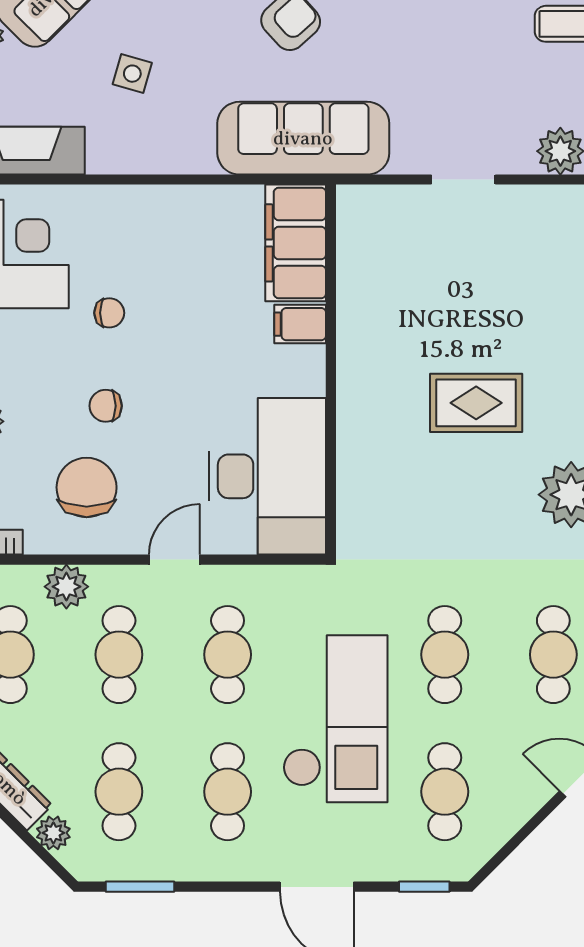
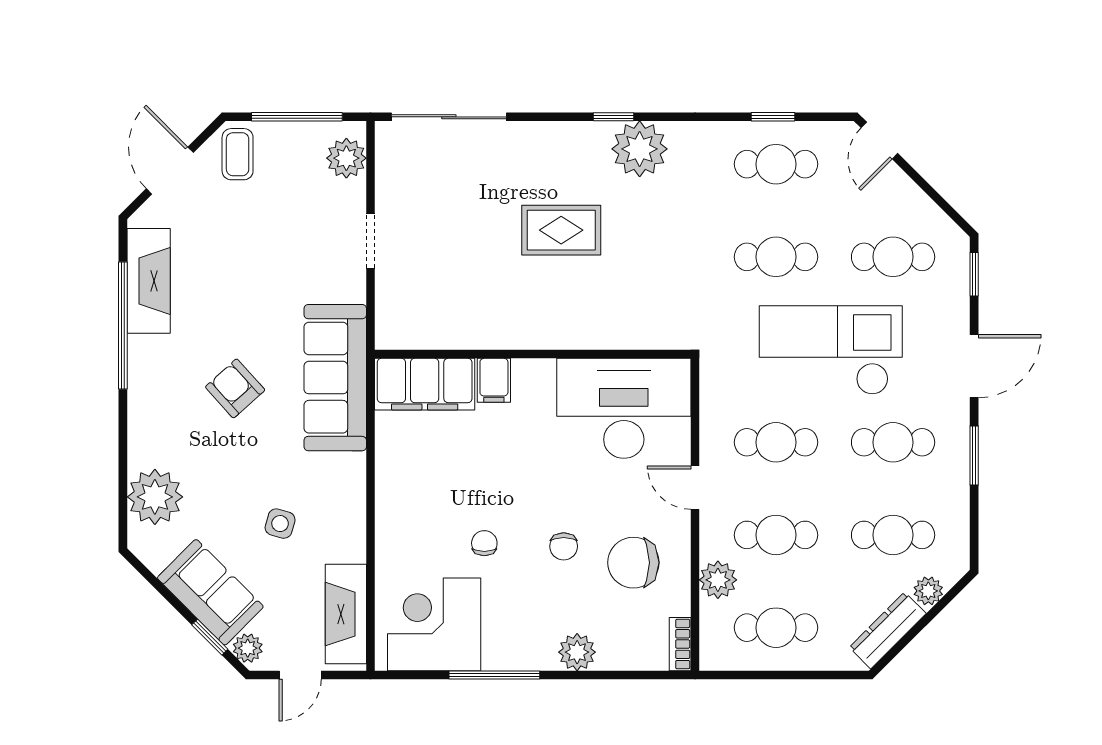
rug: (476, 403) -> (561, 230), turned 90
window: (140, 887) -> (974, 456), moved

